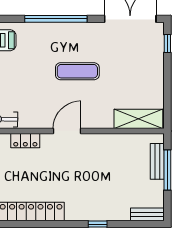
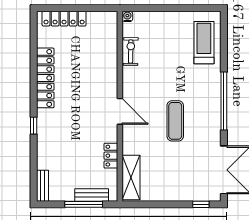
locker: (25, 141) -> (111, 156), moved
window: (98, 224) -> (34, 126), moved

